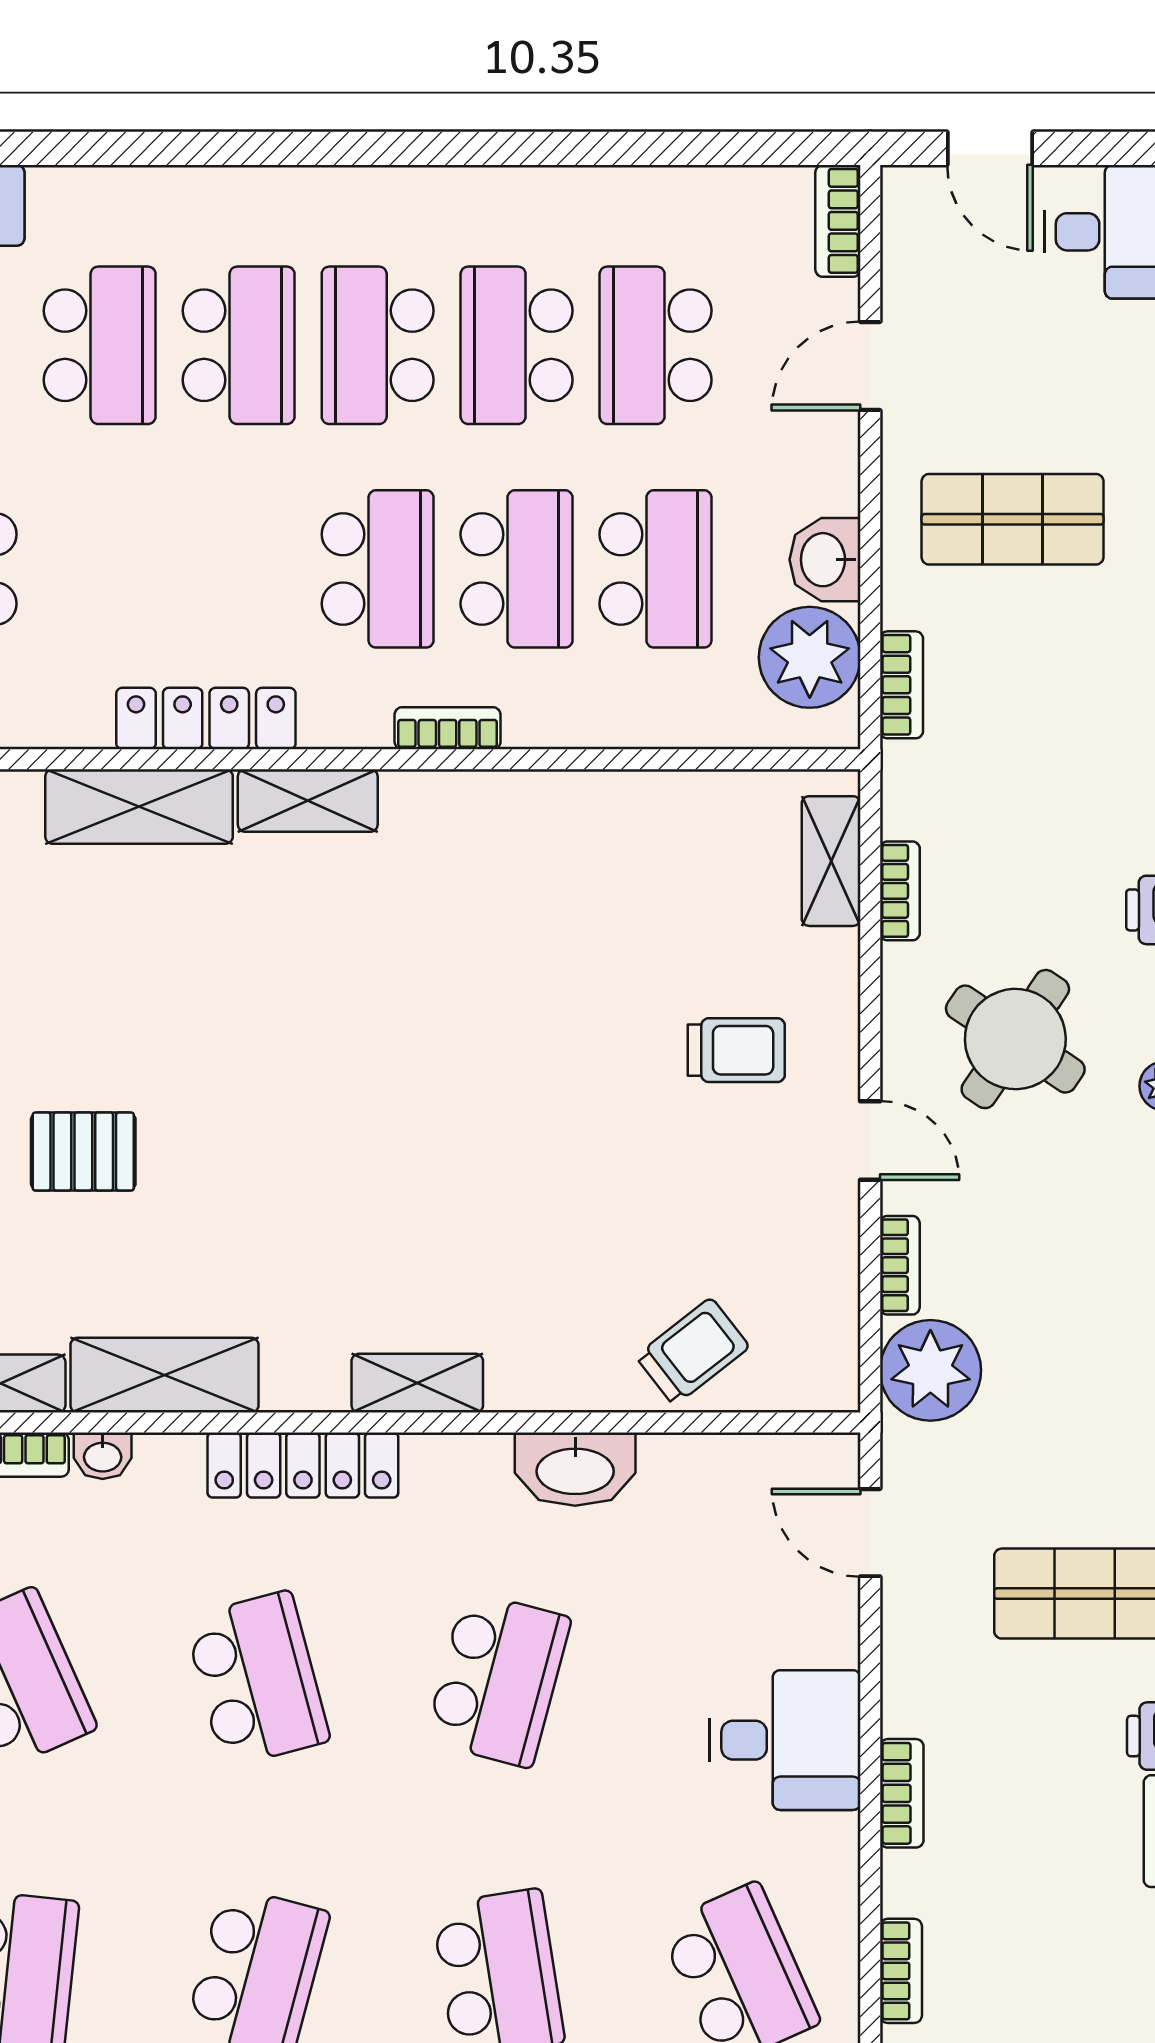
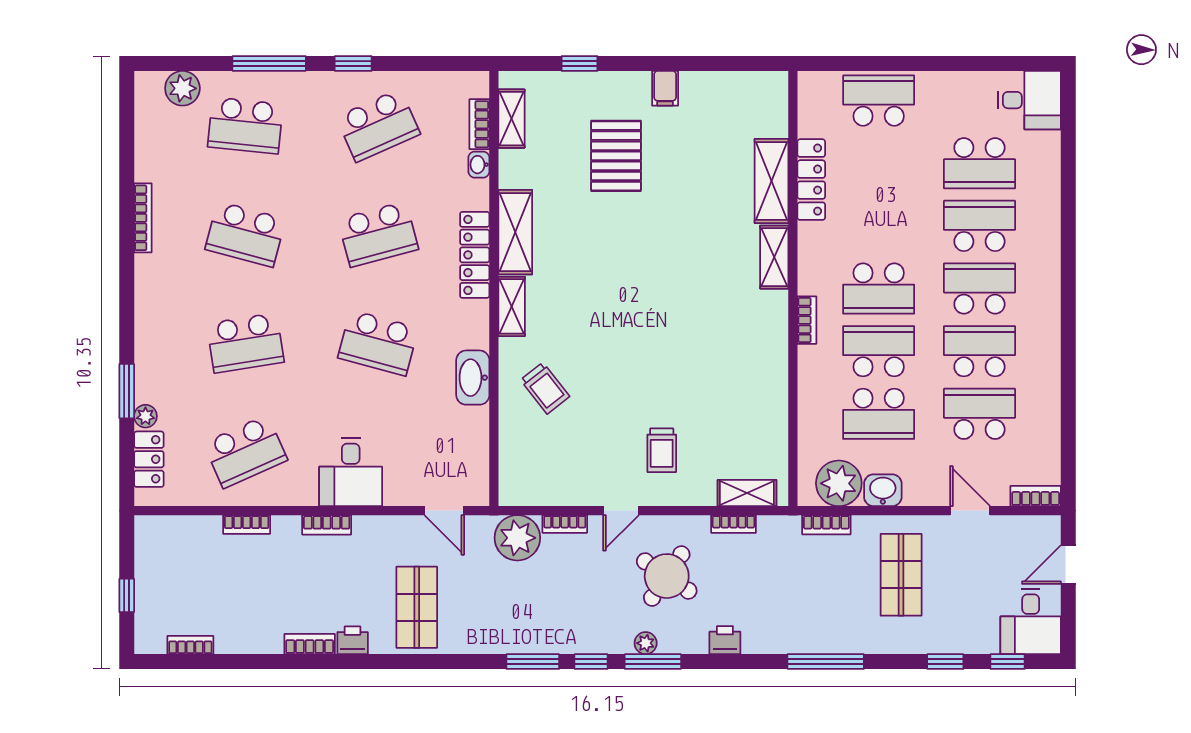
school desk: (239, 345) -> (979, 226), turned 180
school desk: (517, 569) -> (879, 351), turned 180
locker: (206, 719) -> (811, 180), moved
pallet: (83, 1152) -> (616, 156), width x1.50, depth x1.42
trolley: (693, 1352) -> (545, 388), moved
shelving: (164, 1375) -> (515, 232), moved
door: (870, 1533) -> (444, 511), swing flipped

